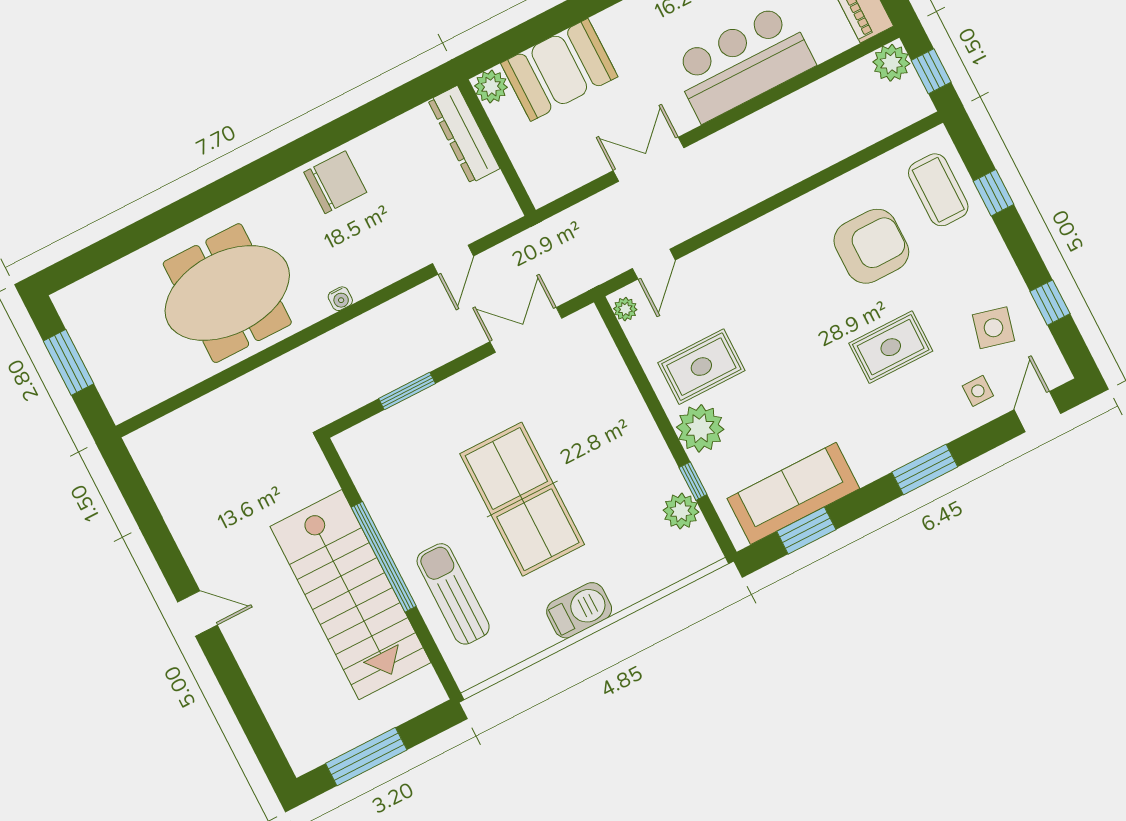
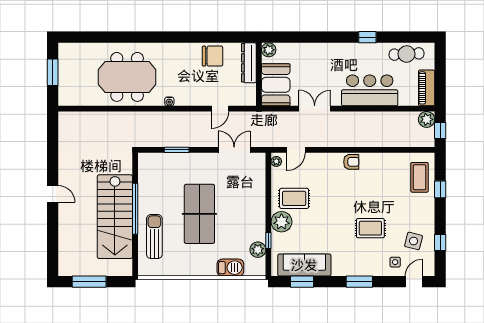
booth: (559, 70) -> (276, 85), moved, turned 90
chair: (335, 182) -> (212, 56), moved
armchair: (871, 246) -> (351, 162), moved, width x0.53, depth x0.53
barbecue: (579, 610) -> (230, 268), moved

